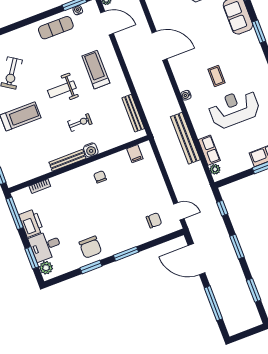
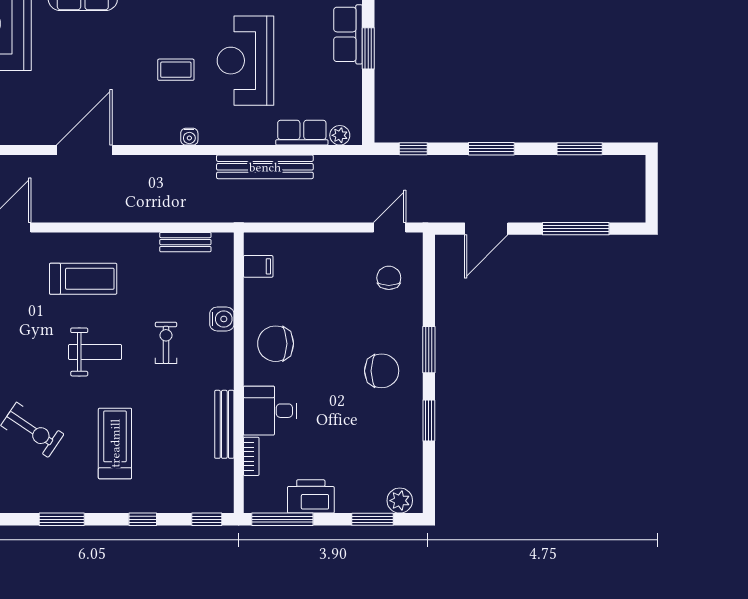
treadmill: (96, 70) -> (83, 279), turned 180
weight bench: (62, 89) -> (95, 352), turned -90
bench: (133, 113) -> (185, 242), width x0.73
water cooler: (91, 150) -> (222, 319), moved
bench: (67, 160) -> (224, 424), moved
chair: (100, 177) -> (276, 344), width x1.87, depth x1.87
desk: (45, 246) -> (270, 411), moved, turned 90
chair: (90, 247) -> (382, 371), moved
door: (197, 259) -> (486, 229), width x0.73

